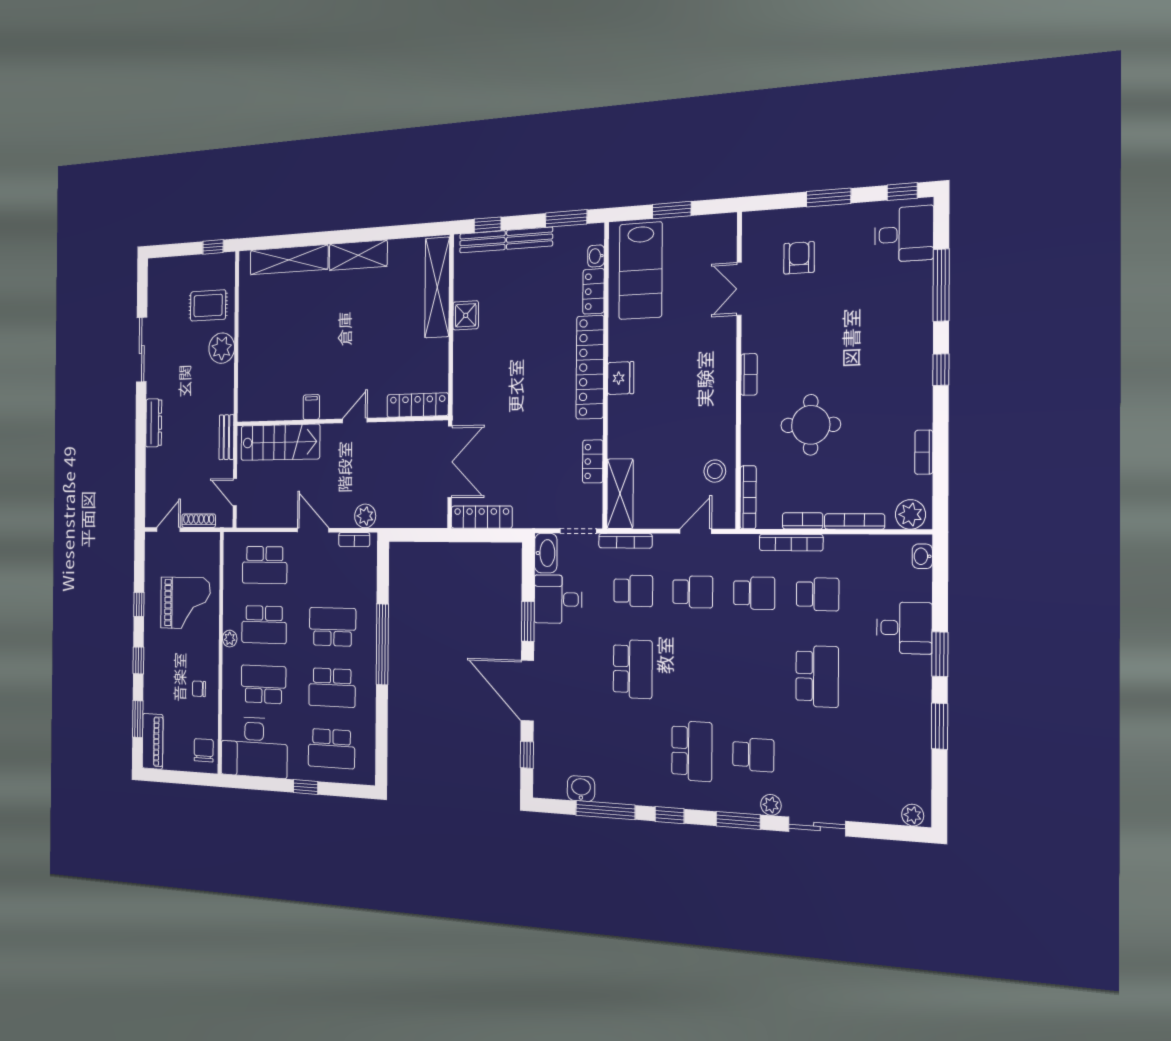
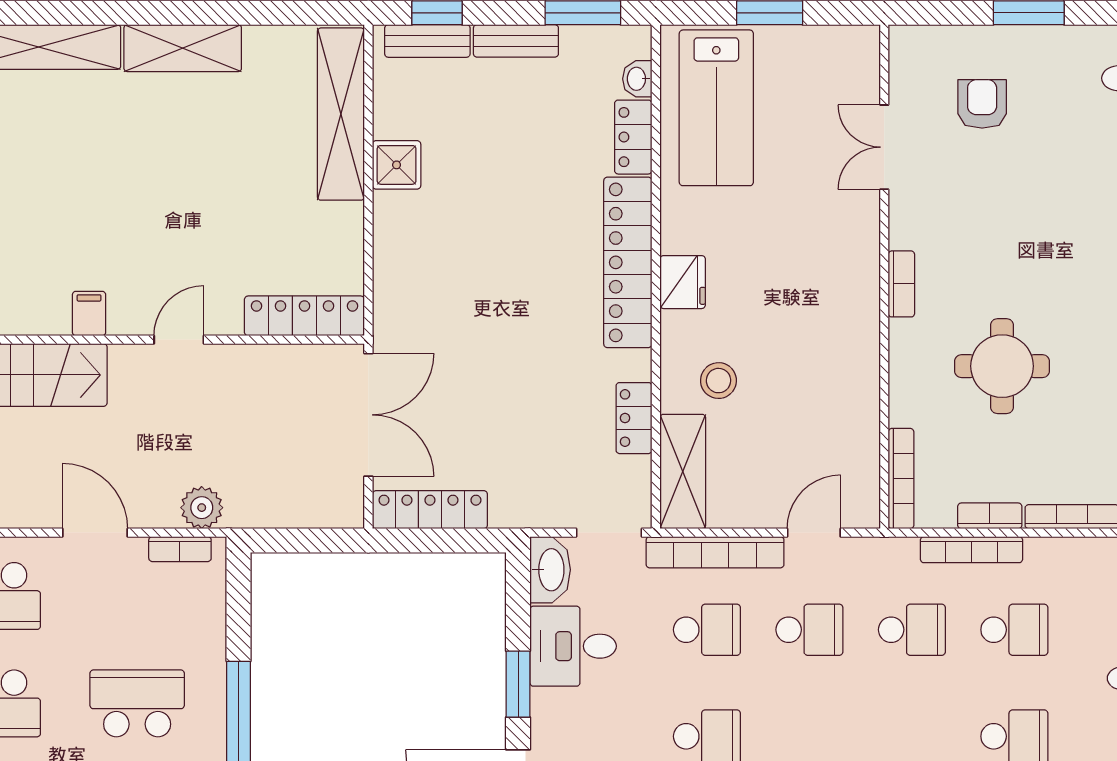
stool: (715, 471) -> (718, 381), moved
bookcase: (625, 541) -> (715, 552), width x1.48, depth x1.31

